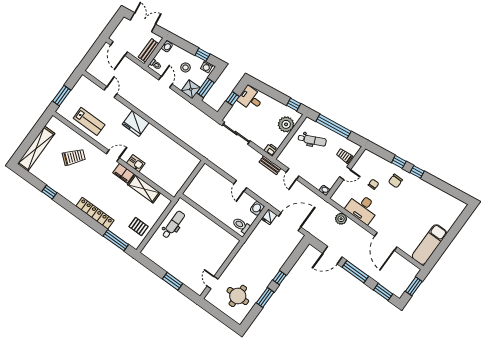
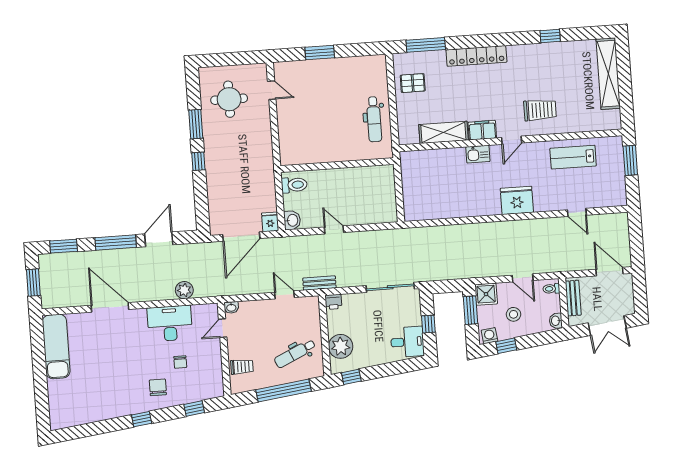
trolley: (74, 157) -> (540, 110), moved, turned -130
window: (399, 162) -> (194, 409), moved
door: (345, 173) -> (223, 328), moved

